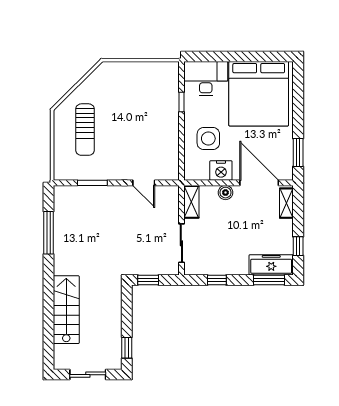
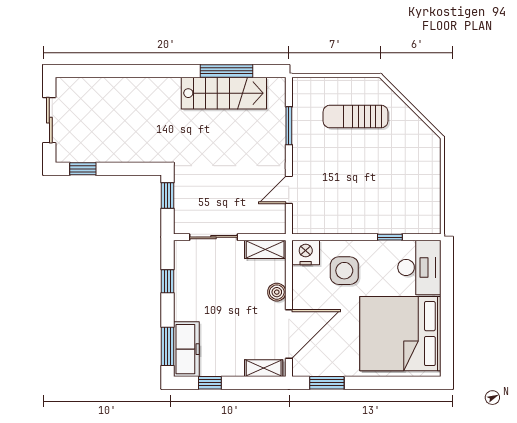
nightstand: (221, 171) -> (306, 252), moved, turned 90
stairs: (66, 310) -> (224, 93), moved

